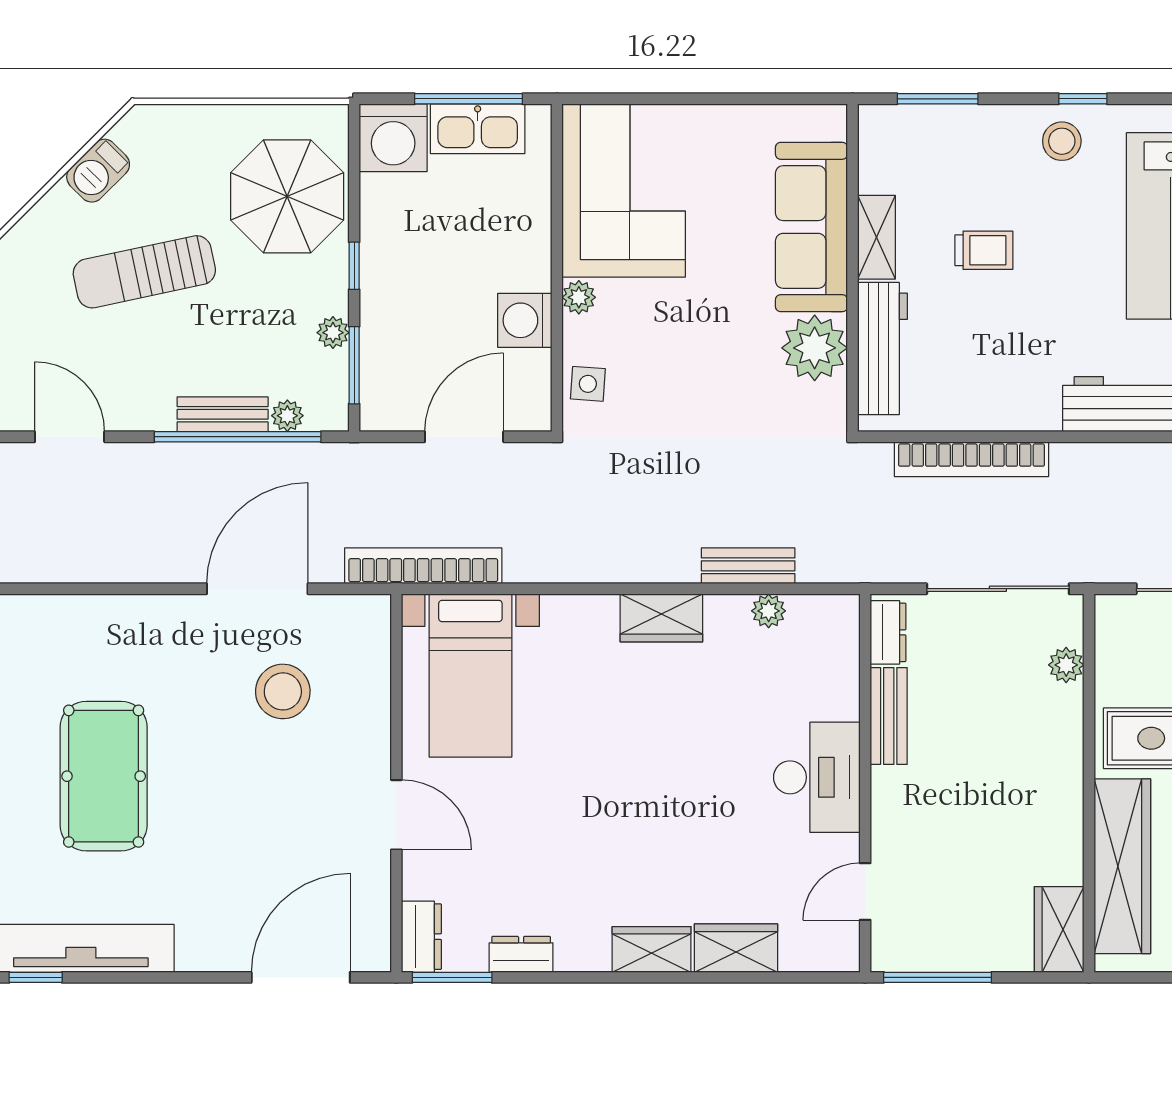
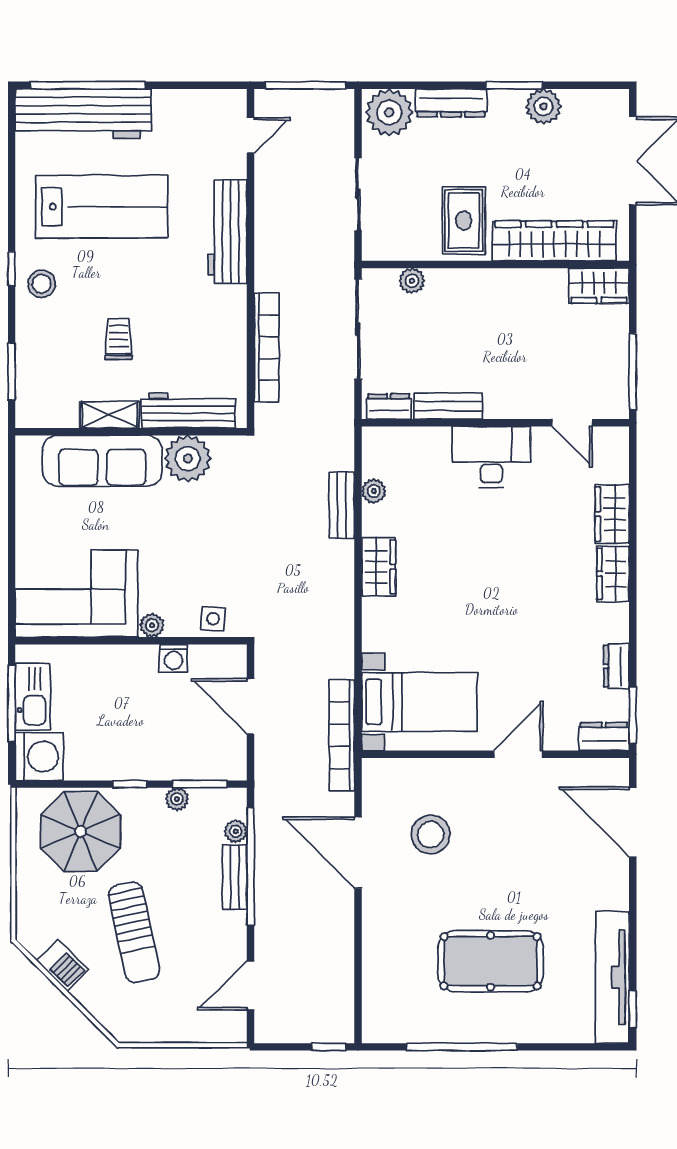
washing machine: (525, 320) -> (174, 658), width x0.73, depth x0.73

